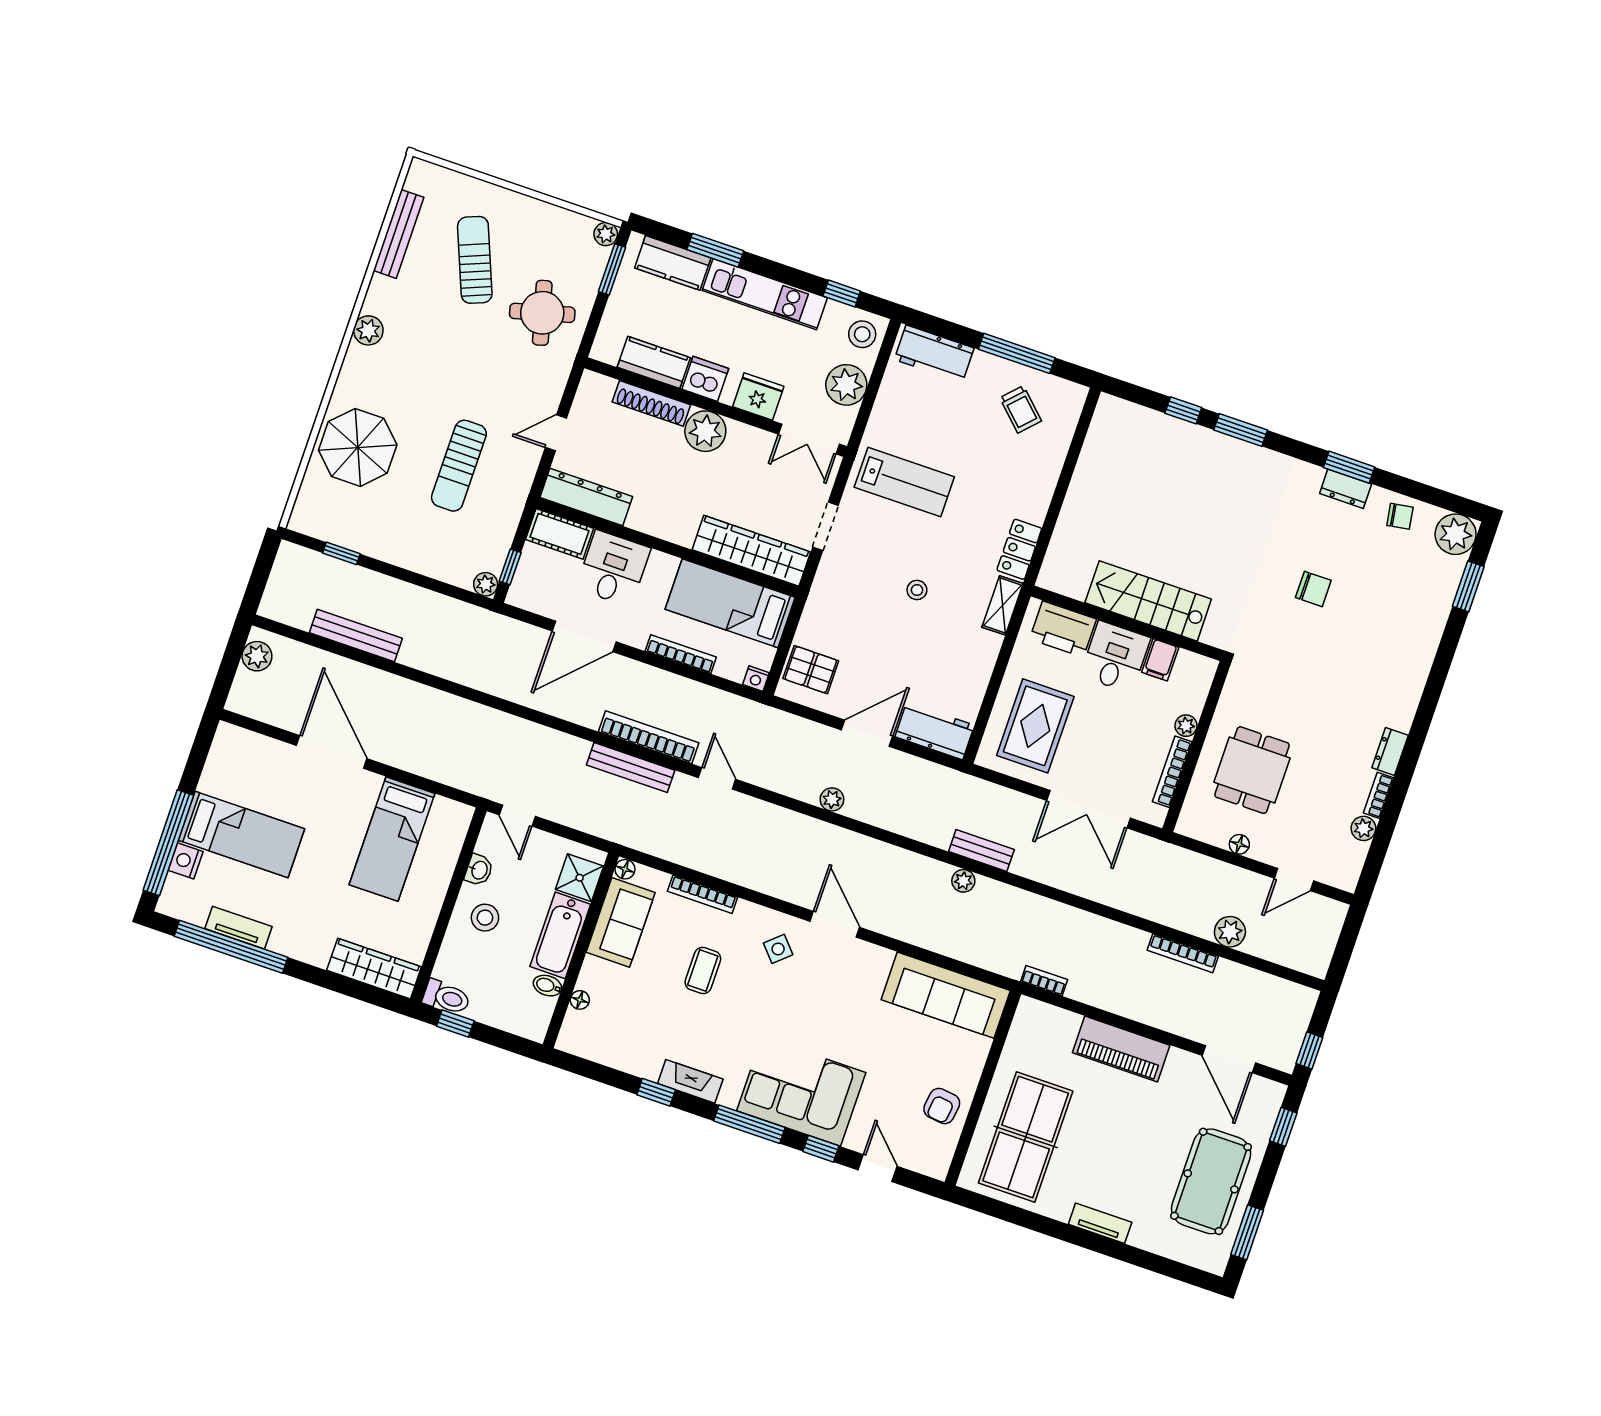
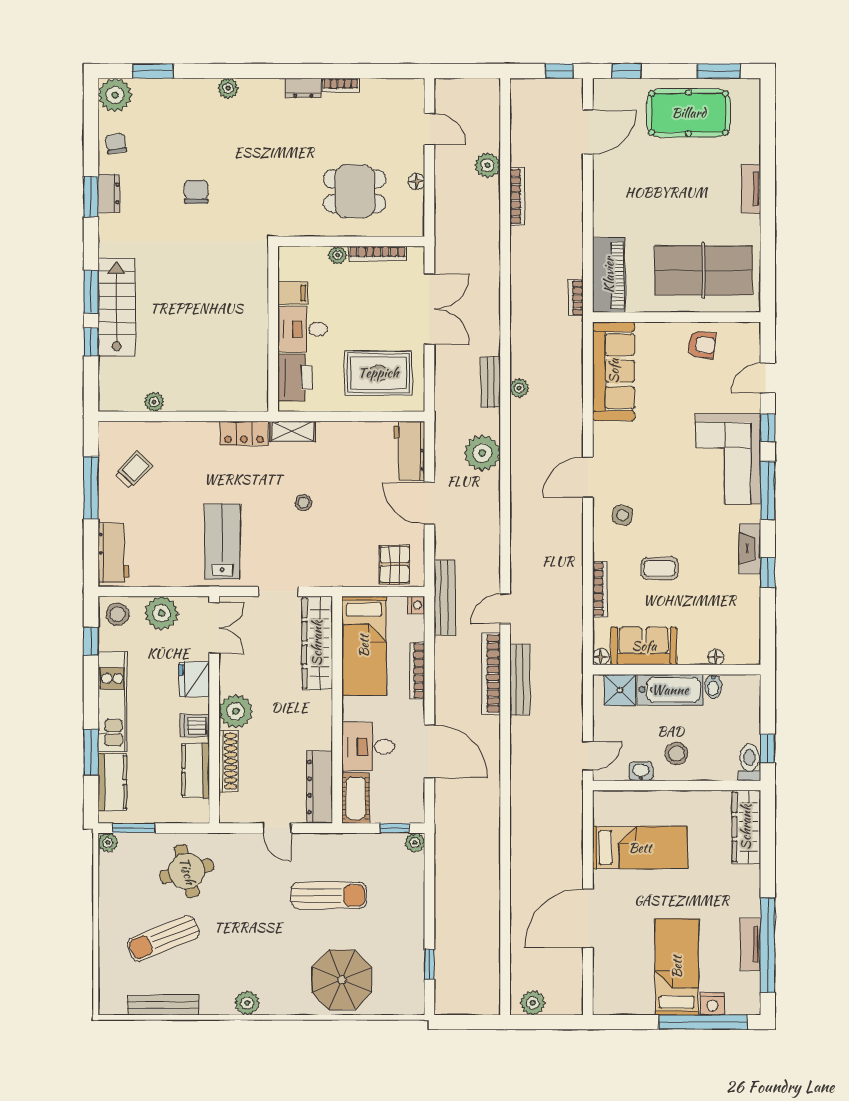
dishwasher: (705, 379) -> (195, 725), width x0.73
plant: (1090, 459) -> (154, 402), added
stairs: (1148, 601) -> (117, 307), moved, turned 180
bench: (356, 635) -> (445, 598), moved
plant: (832, 799) -> (482, 453), moved, width x1.87, depth x1.87
plant: (1363, 828) -> (228, 88), moved
side table: (778, 949) -> (622, 515), turned -37
piano: (1121, 1049) -> (609, 275), moved

